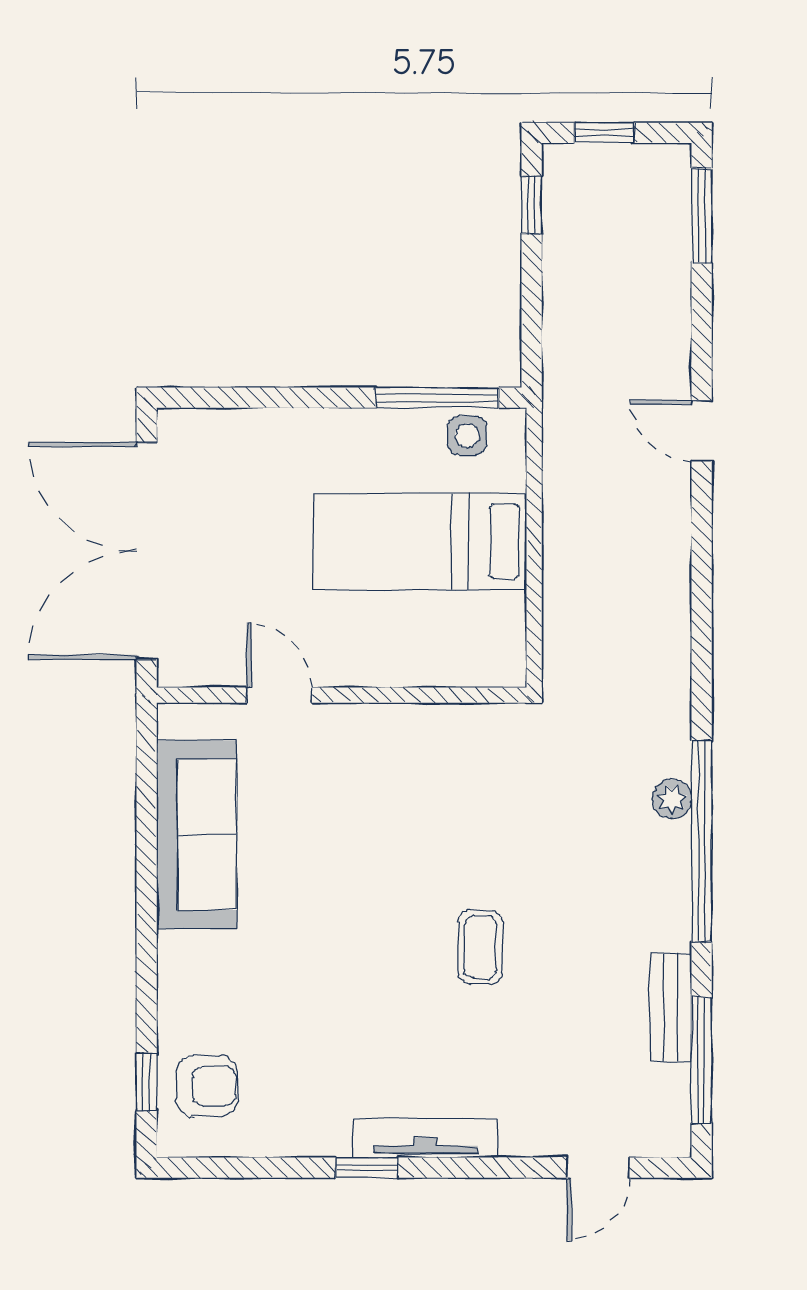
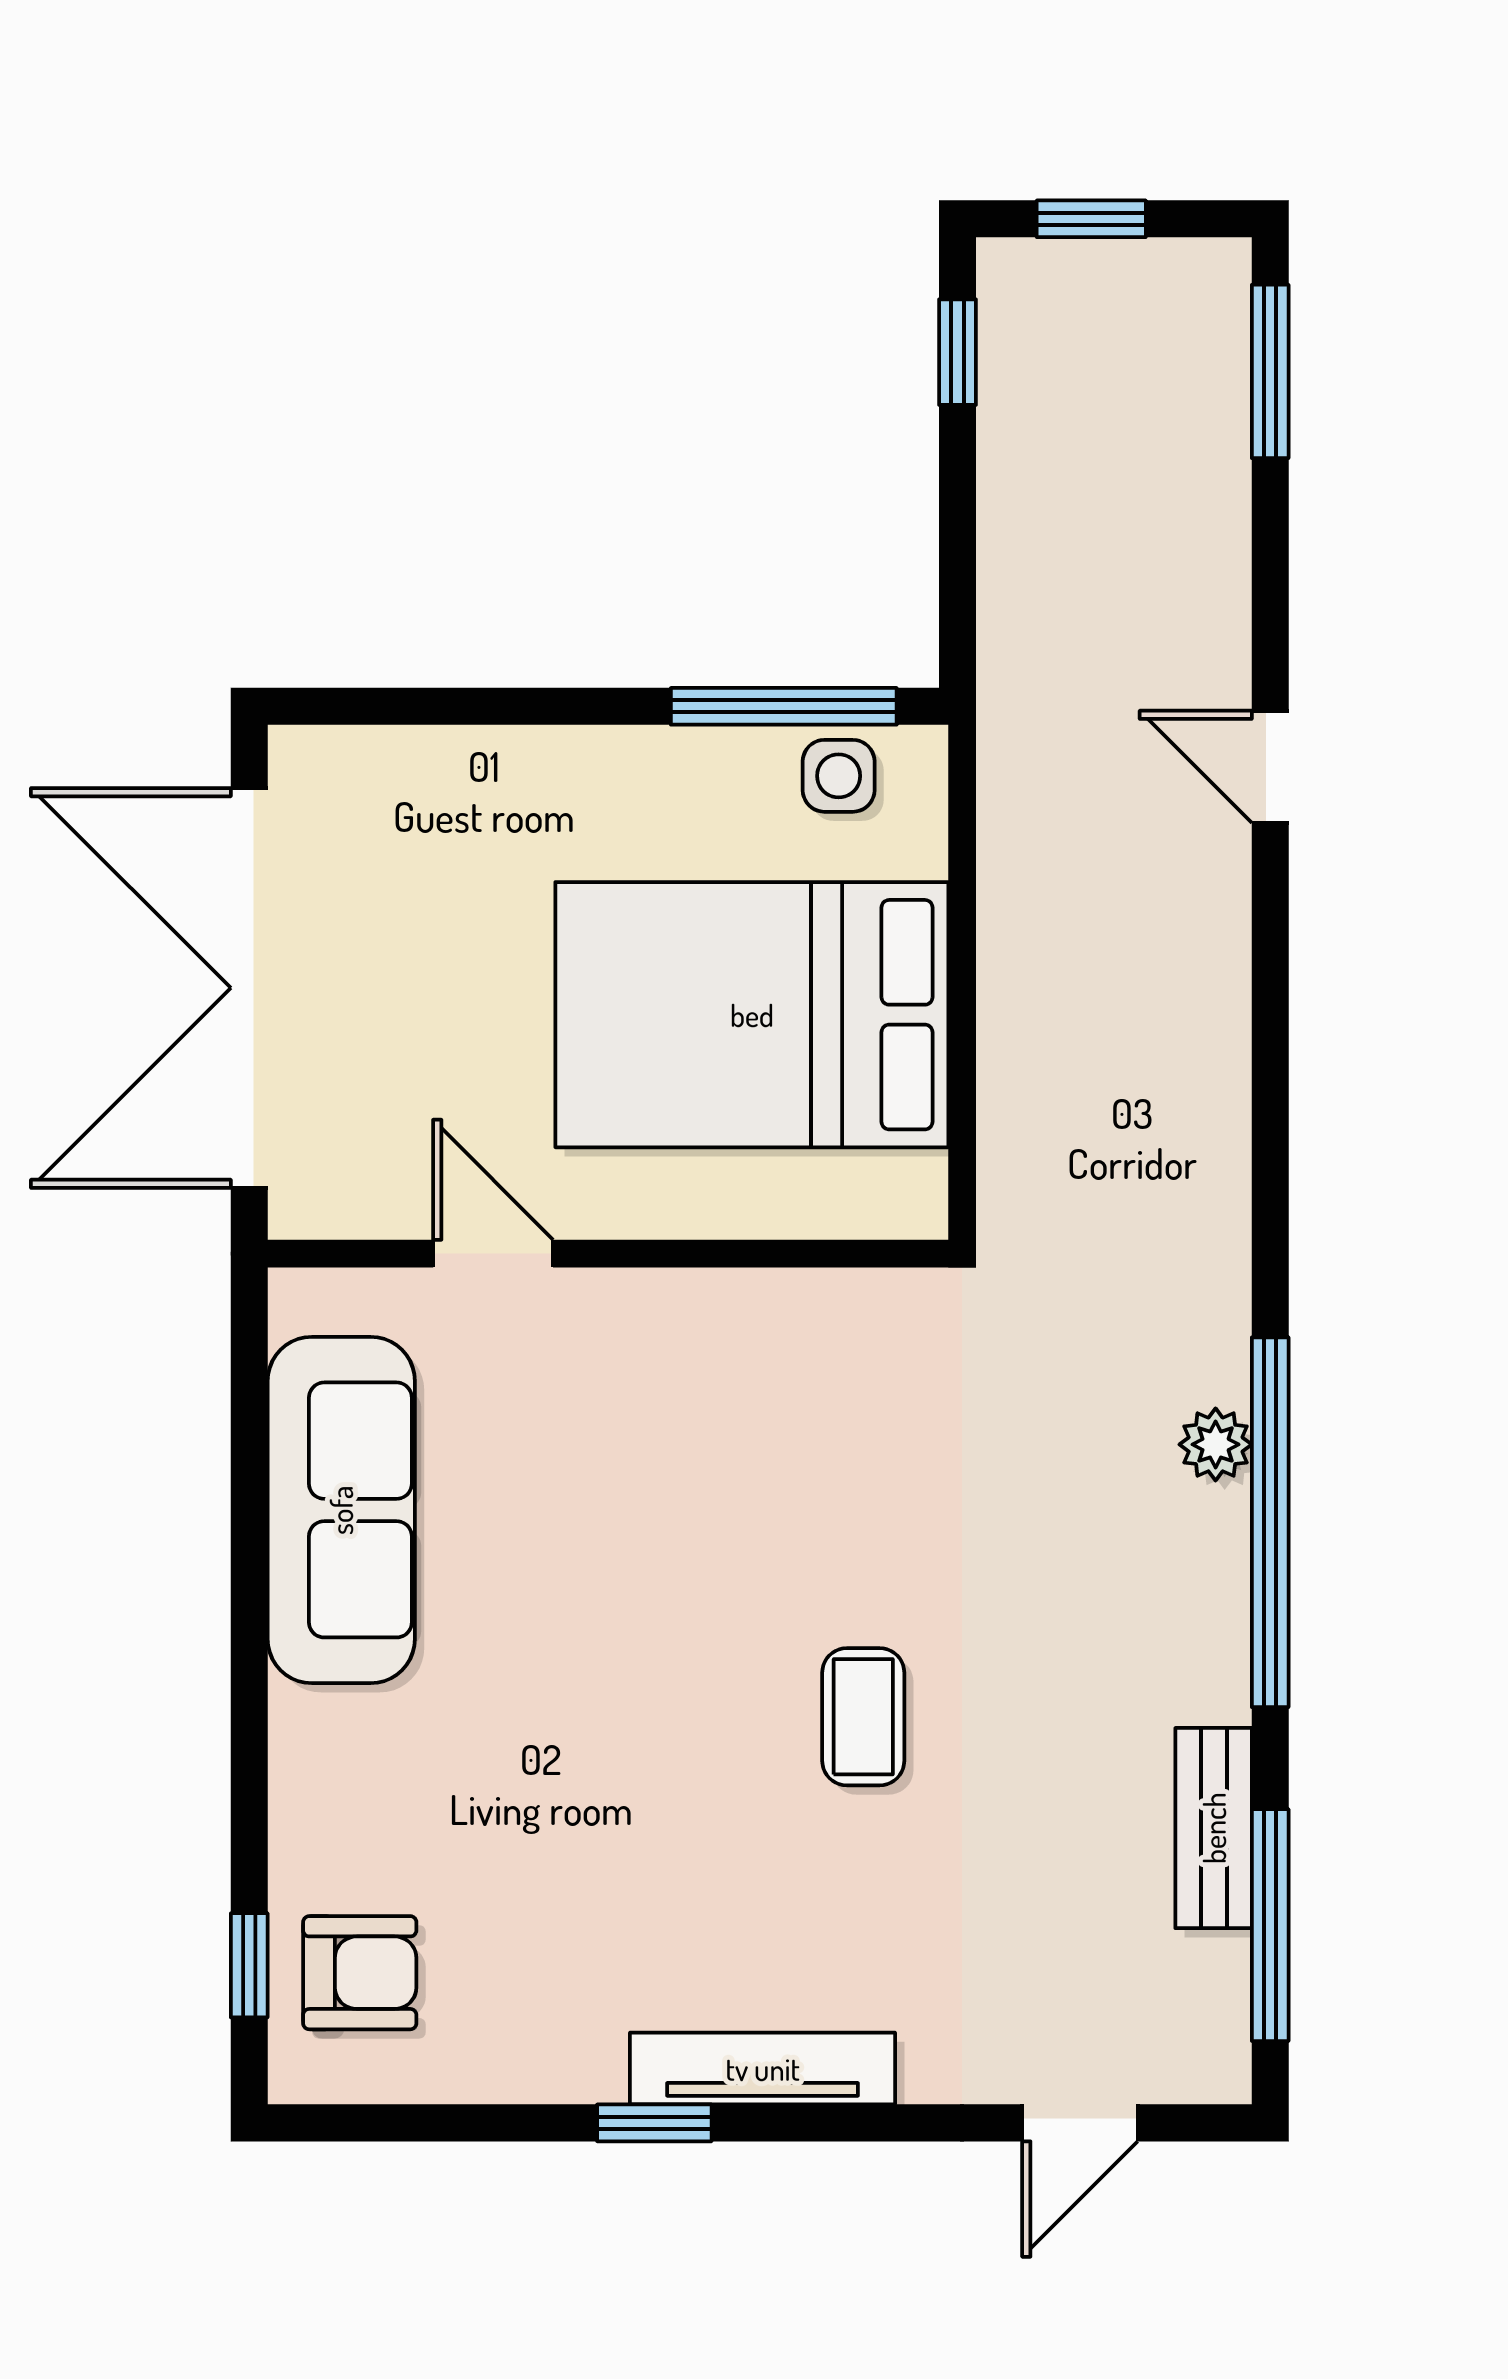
bed: (420, 541) -> (752, 1015), width x1.50

